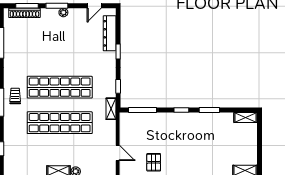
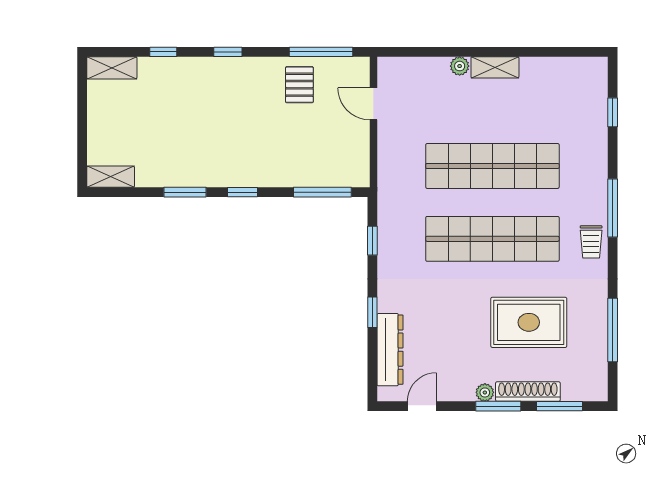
shoe rack: (24, 13) -> (528, 392), moved
rug: (42, 47) -> (529, 322), added
trolley: (15, 96) -> (591, 242), moved
shelving: (111, 109) -> (387, 195), removed

